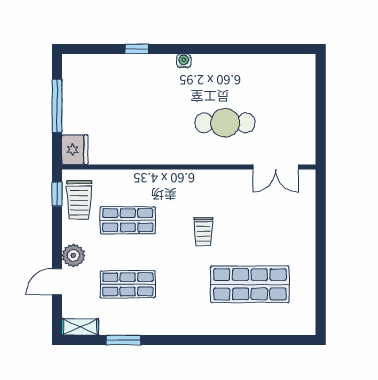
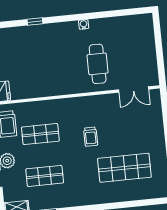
water cooler: (184, 61) -> (84, 24), moved
cafe table: (225, 123) -> (98, 64), turned 90

